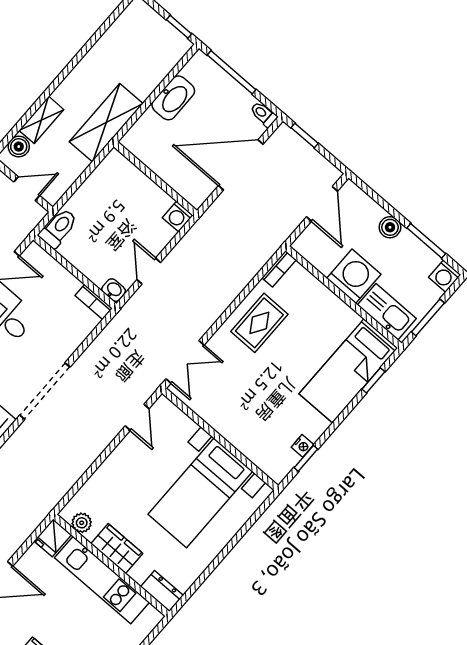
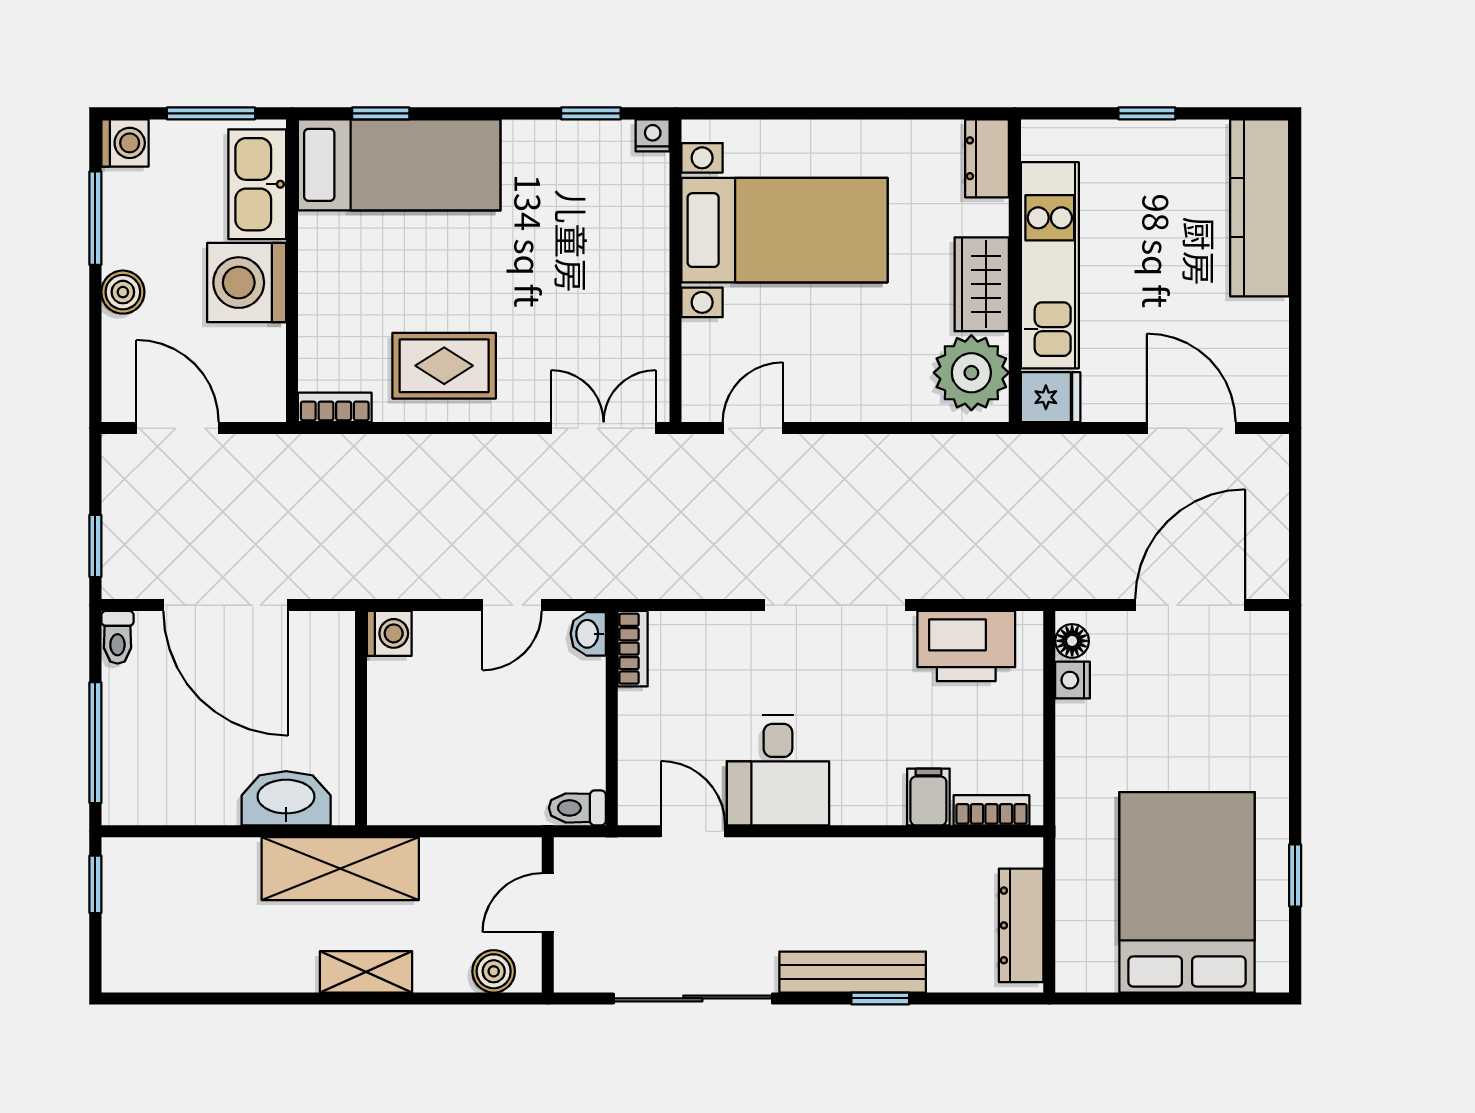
washbasin: (173, 98) -> (286, 798), moved
shelving: (41, 120) -> (366, 972), moved
door: (27, 189) -> (548, 903), hinge flipped
door: (322, 204) -> (178, 428), hinge flipped
toilet: (58, 228) -> (577, 808), width x0.73, depth x0.72
nightstand: (302, 446) -> (653, 135), moved
plant: (82, 523) -> (971, 373), width x1.88, depth x1.88

